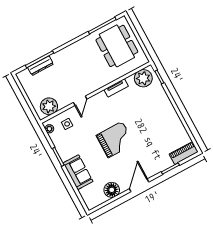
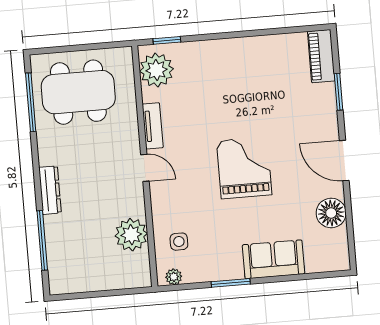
dresser: (41, 66) -> (50, 190), moved
door: (80, 101) -> (145, 168), moved
plant: (49, 106) -> (131, 235), moved

